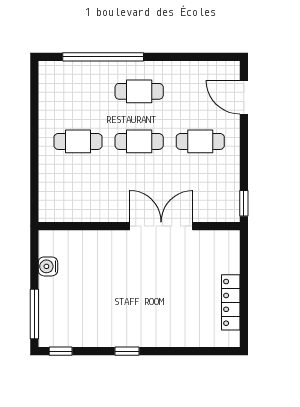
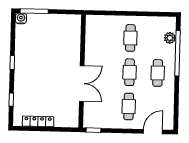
plant: (76, 71) -> (170, 38), added
water cooler: (48, 266) -> (21, 18), moved
window: (61, 351) -> (11, 100), moved

